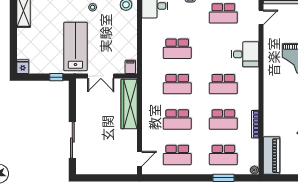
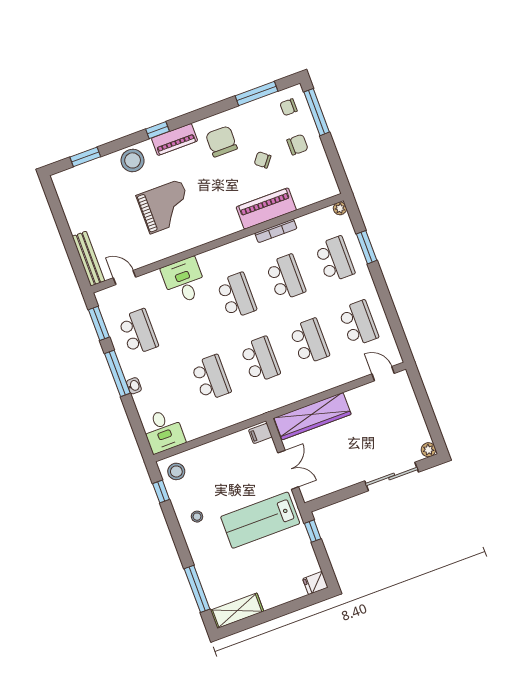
piano: (272, 156) -> (266, 208), moved
plant: (81, 170) -> (428, 450), added

